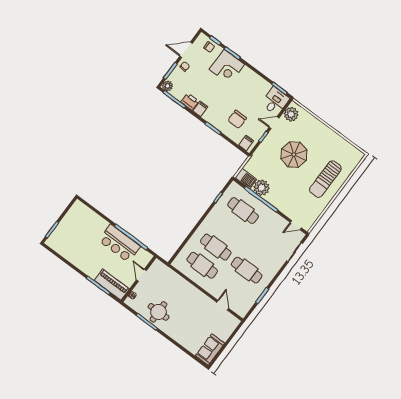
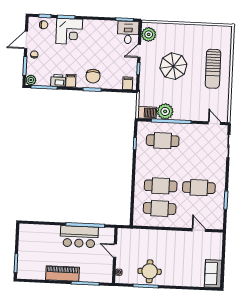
chair: (237, 119) -> (93, 76), moved
door: (296, 225) -> (214, 123), swing flipped
piano: (112, 285) -> (62, 273), moved

